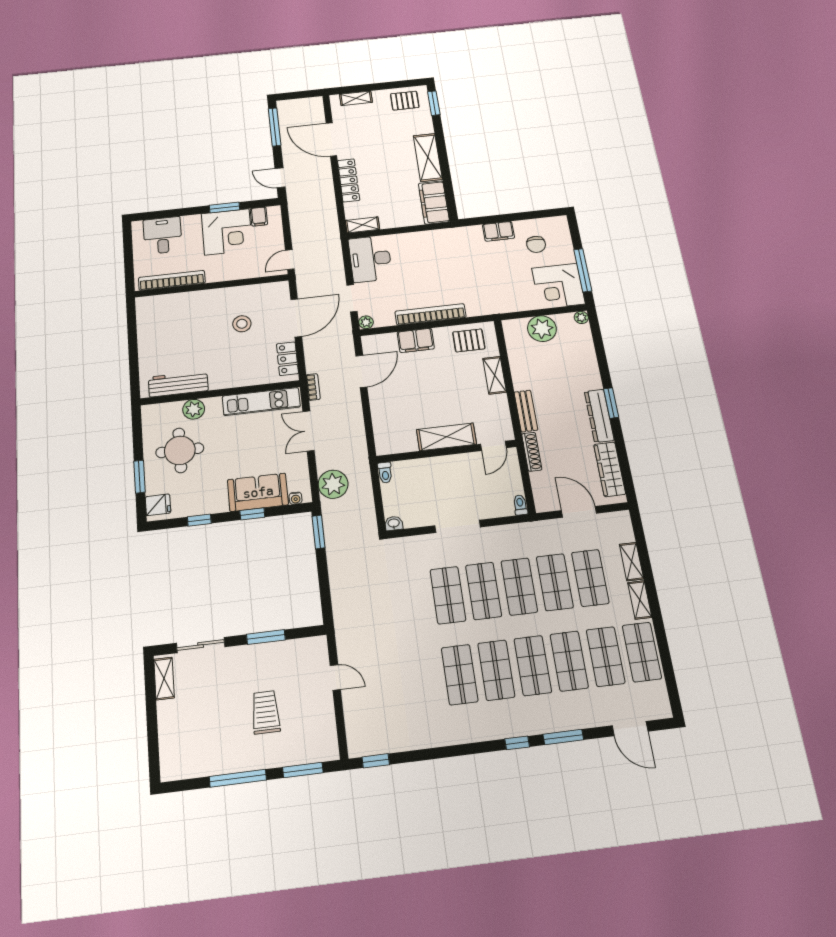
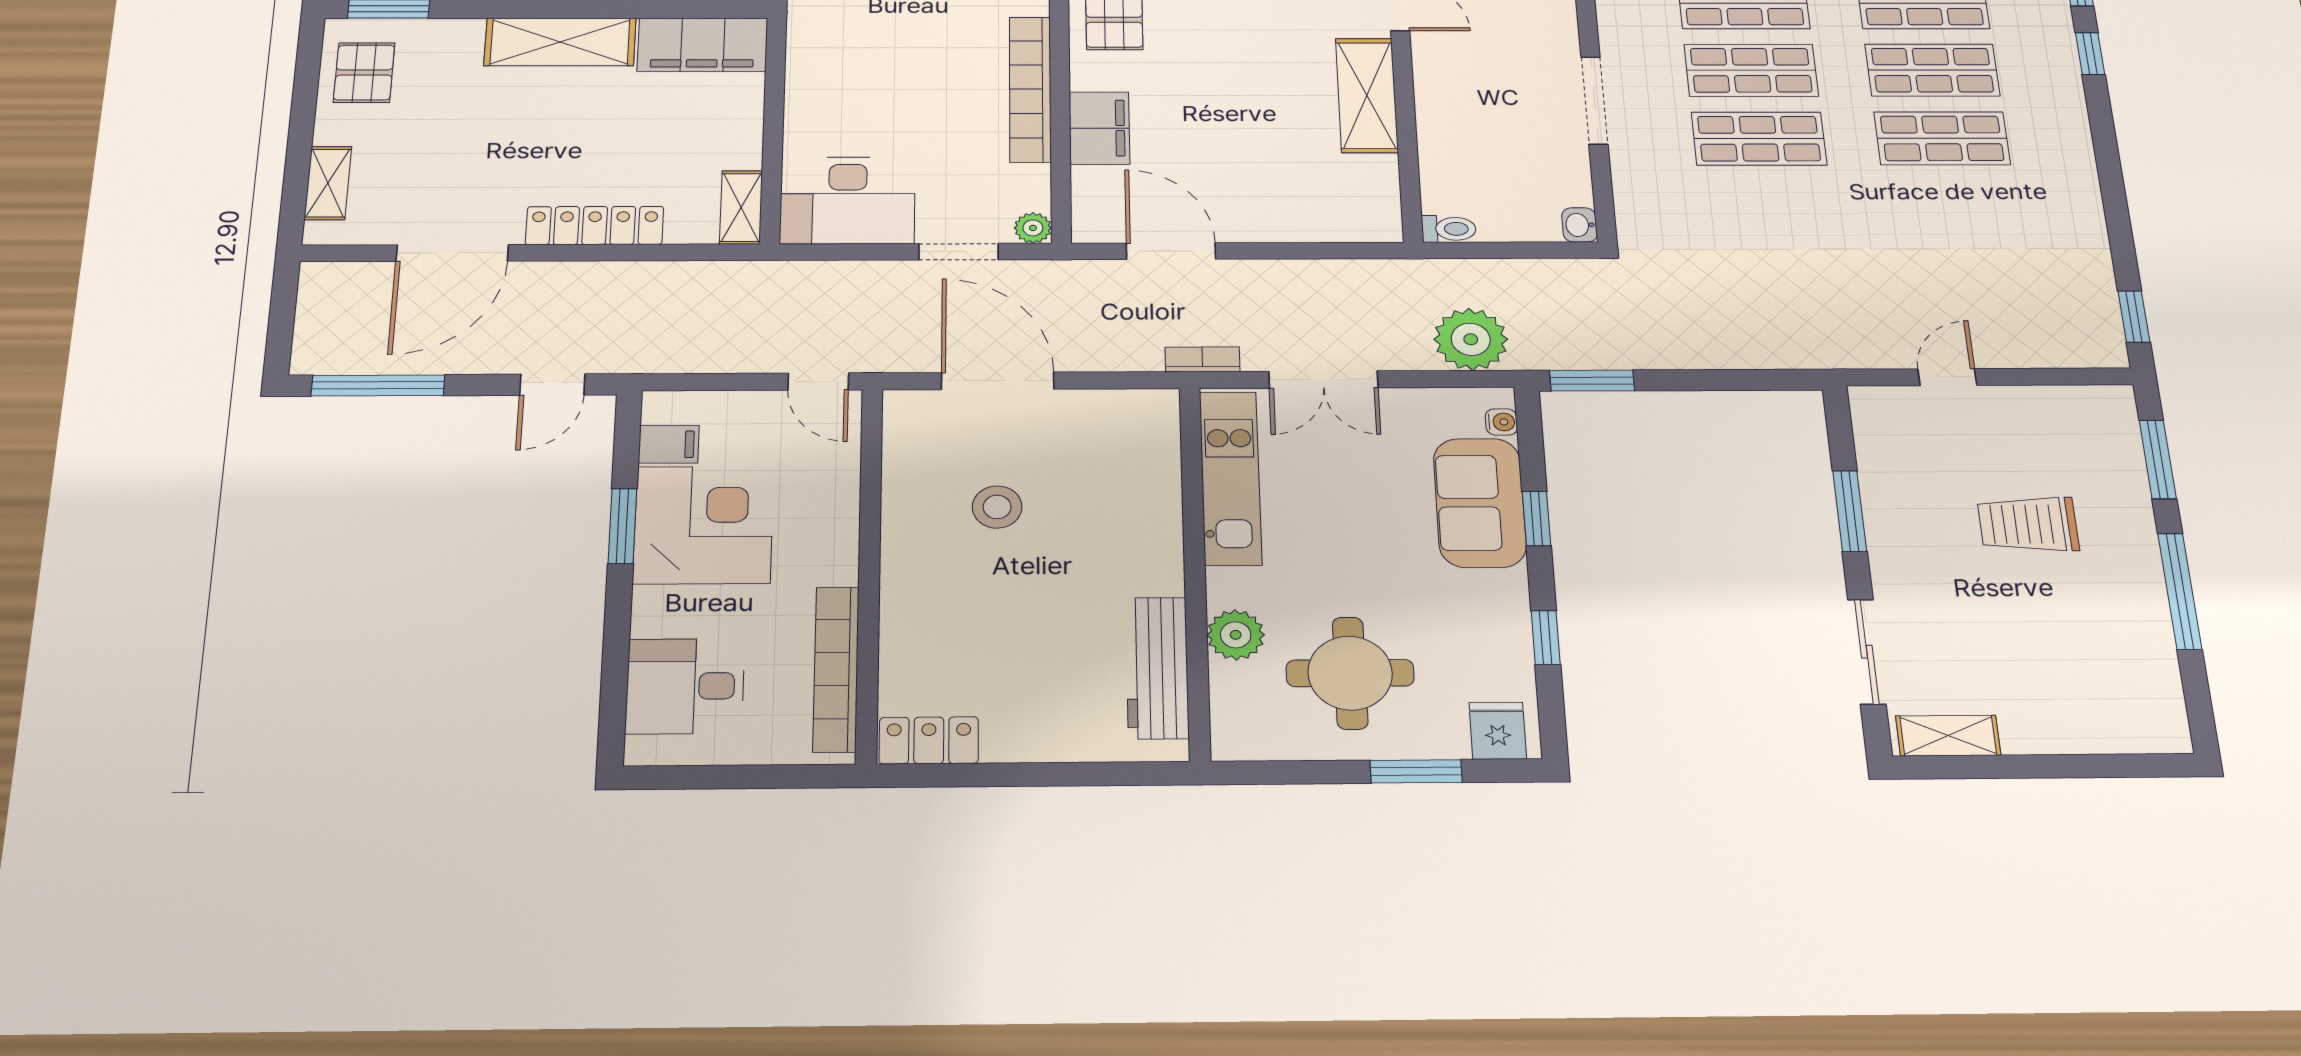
locker: (287, 359) -> (929, 740), moved, turned 180

